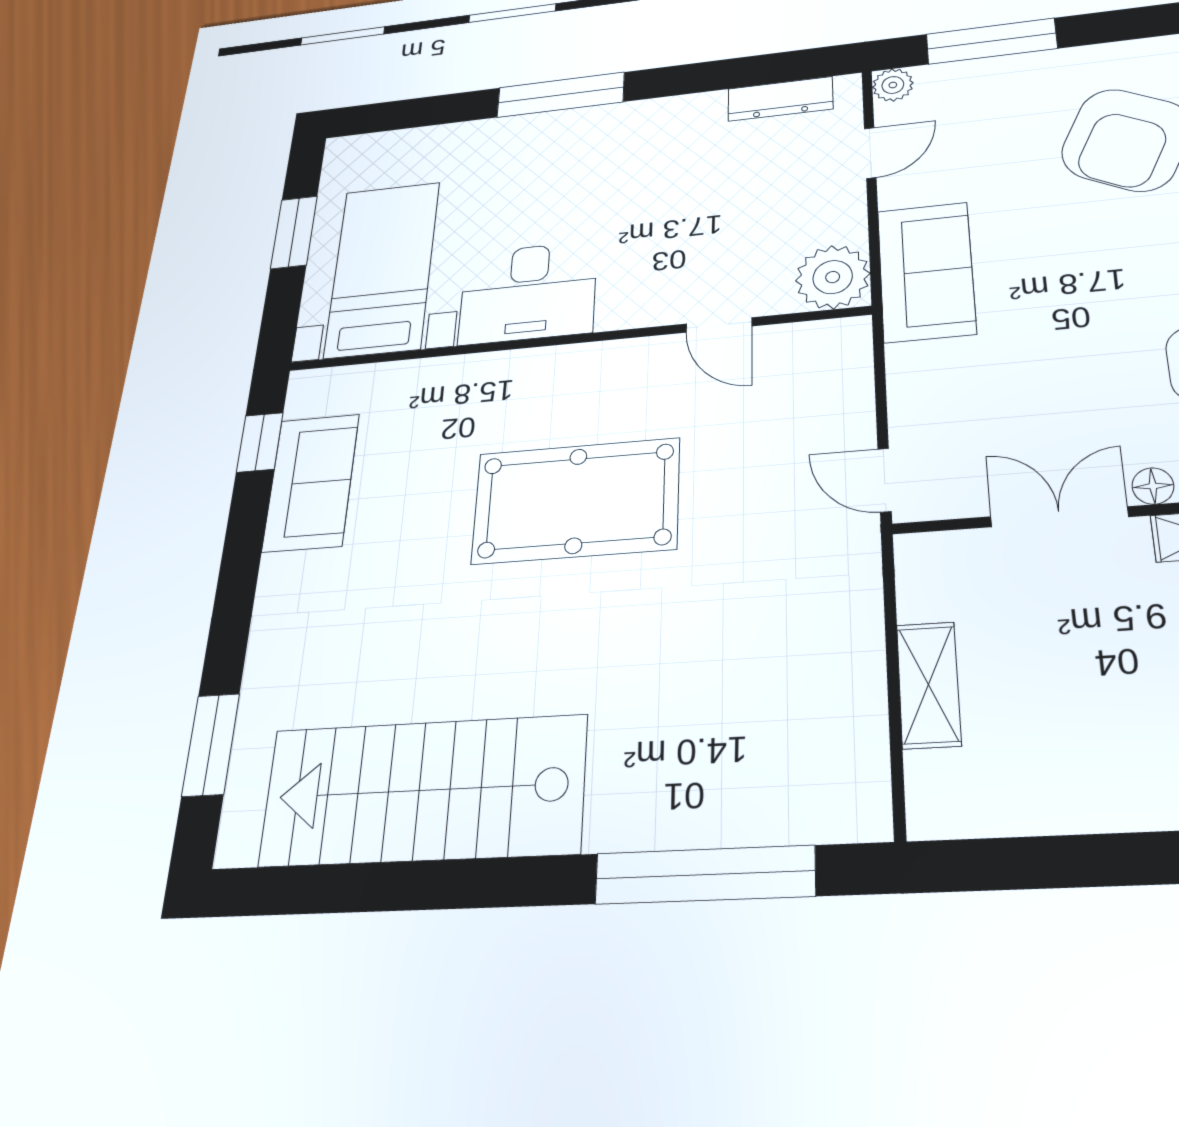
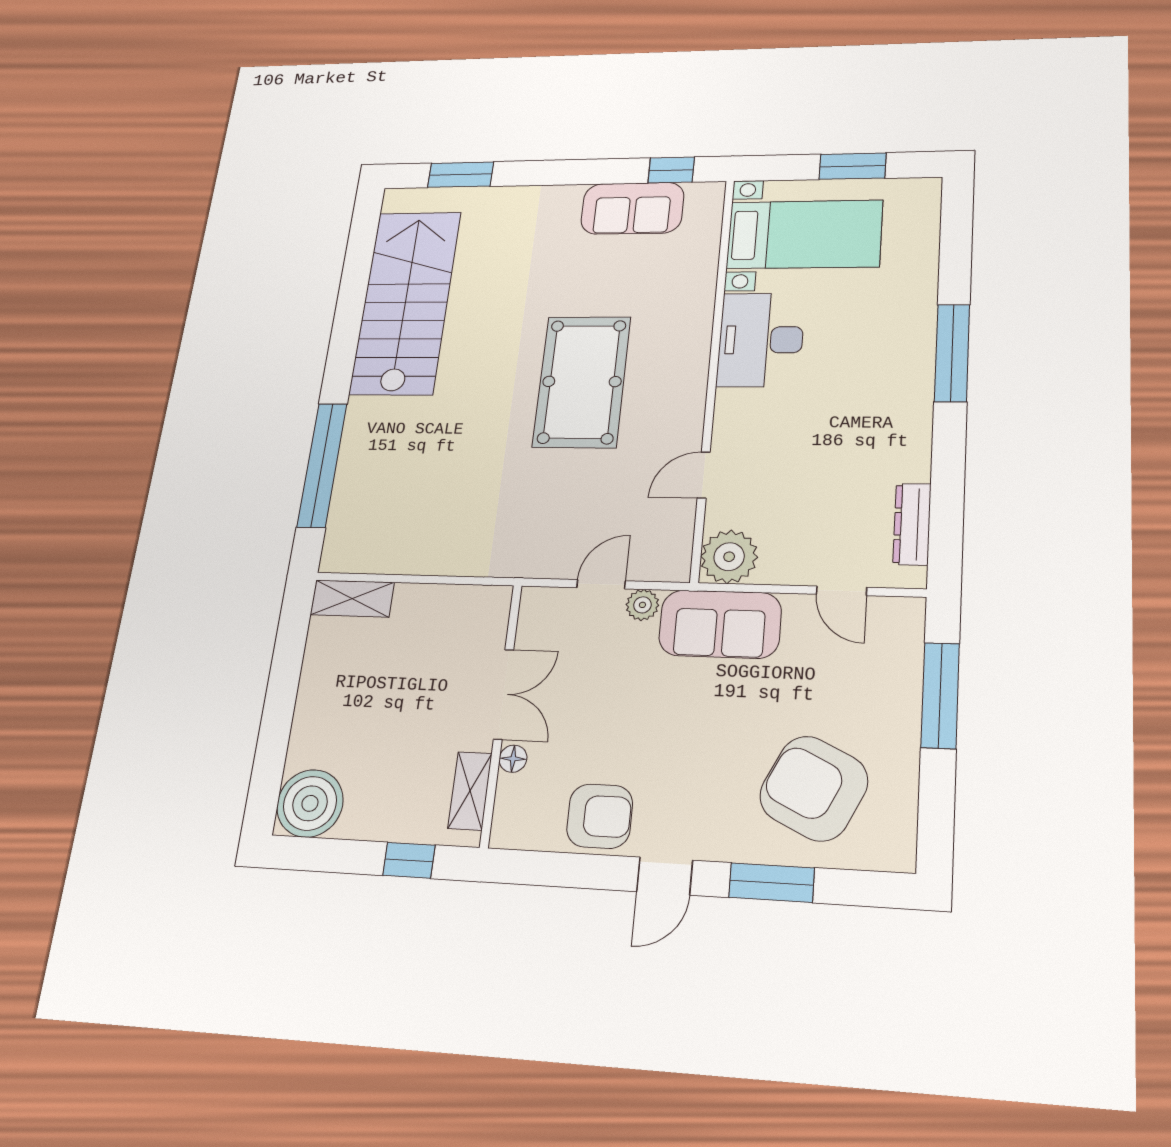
plant: (893, 85) -> (642, 605), moved
door: (885, 480) -> (601, 584), moved
shelving: (928, 685) -> (352, 599), moved

